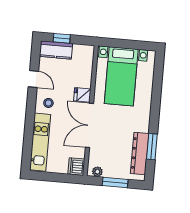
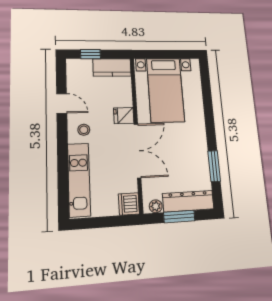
kitchen counter: (56, 50) -> (112, 67), moved
double door: (89, 125) -> (138, 151), swing flipped
dresser: (140, 154) -> (188, 201), moved, turned 90

